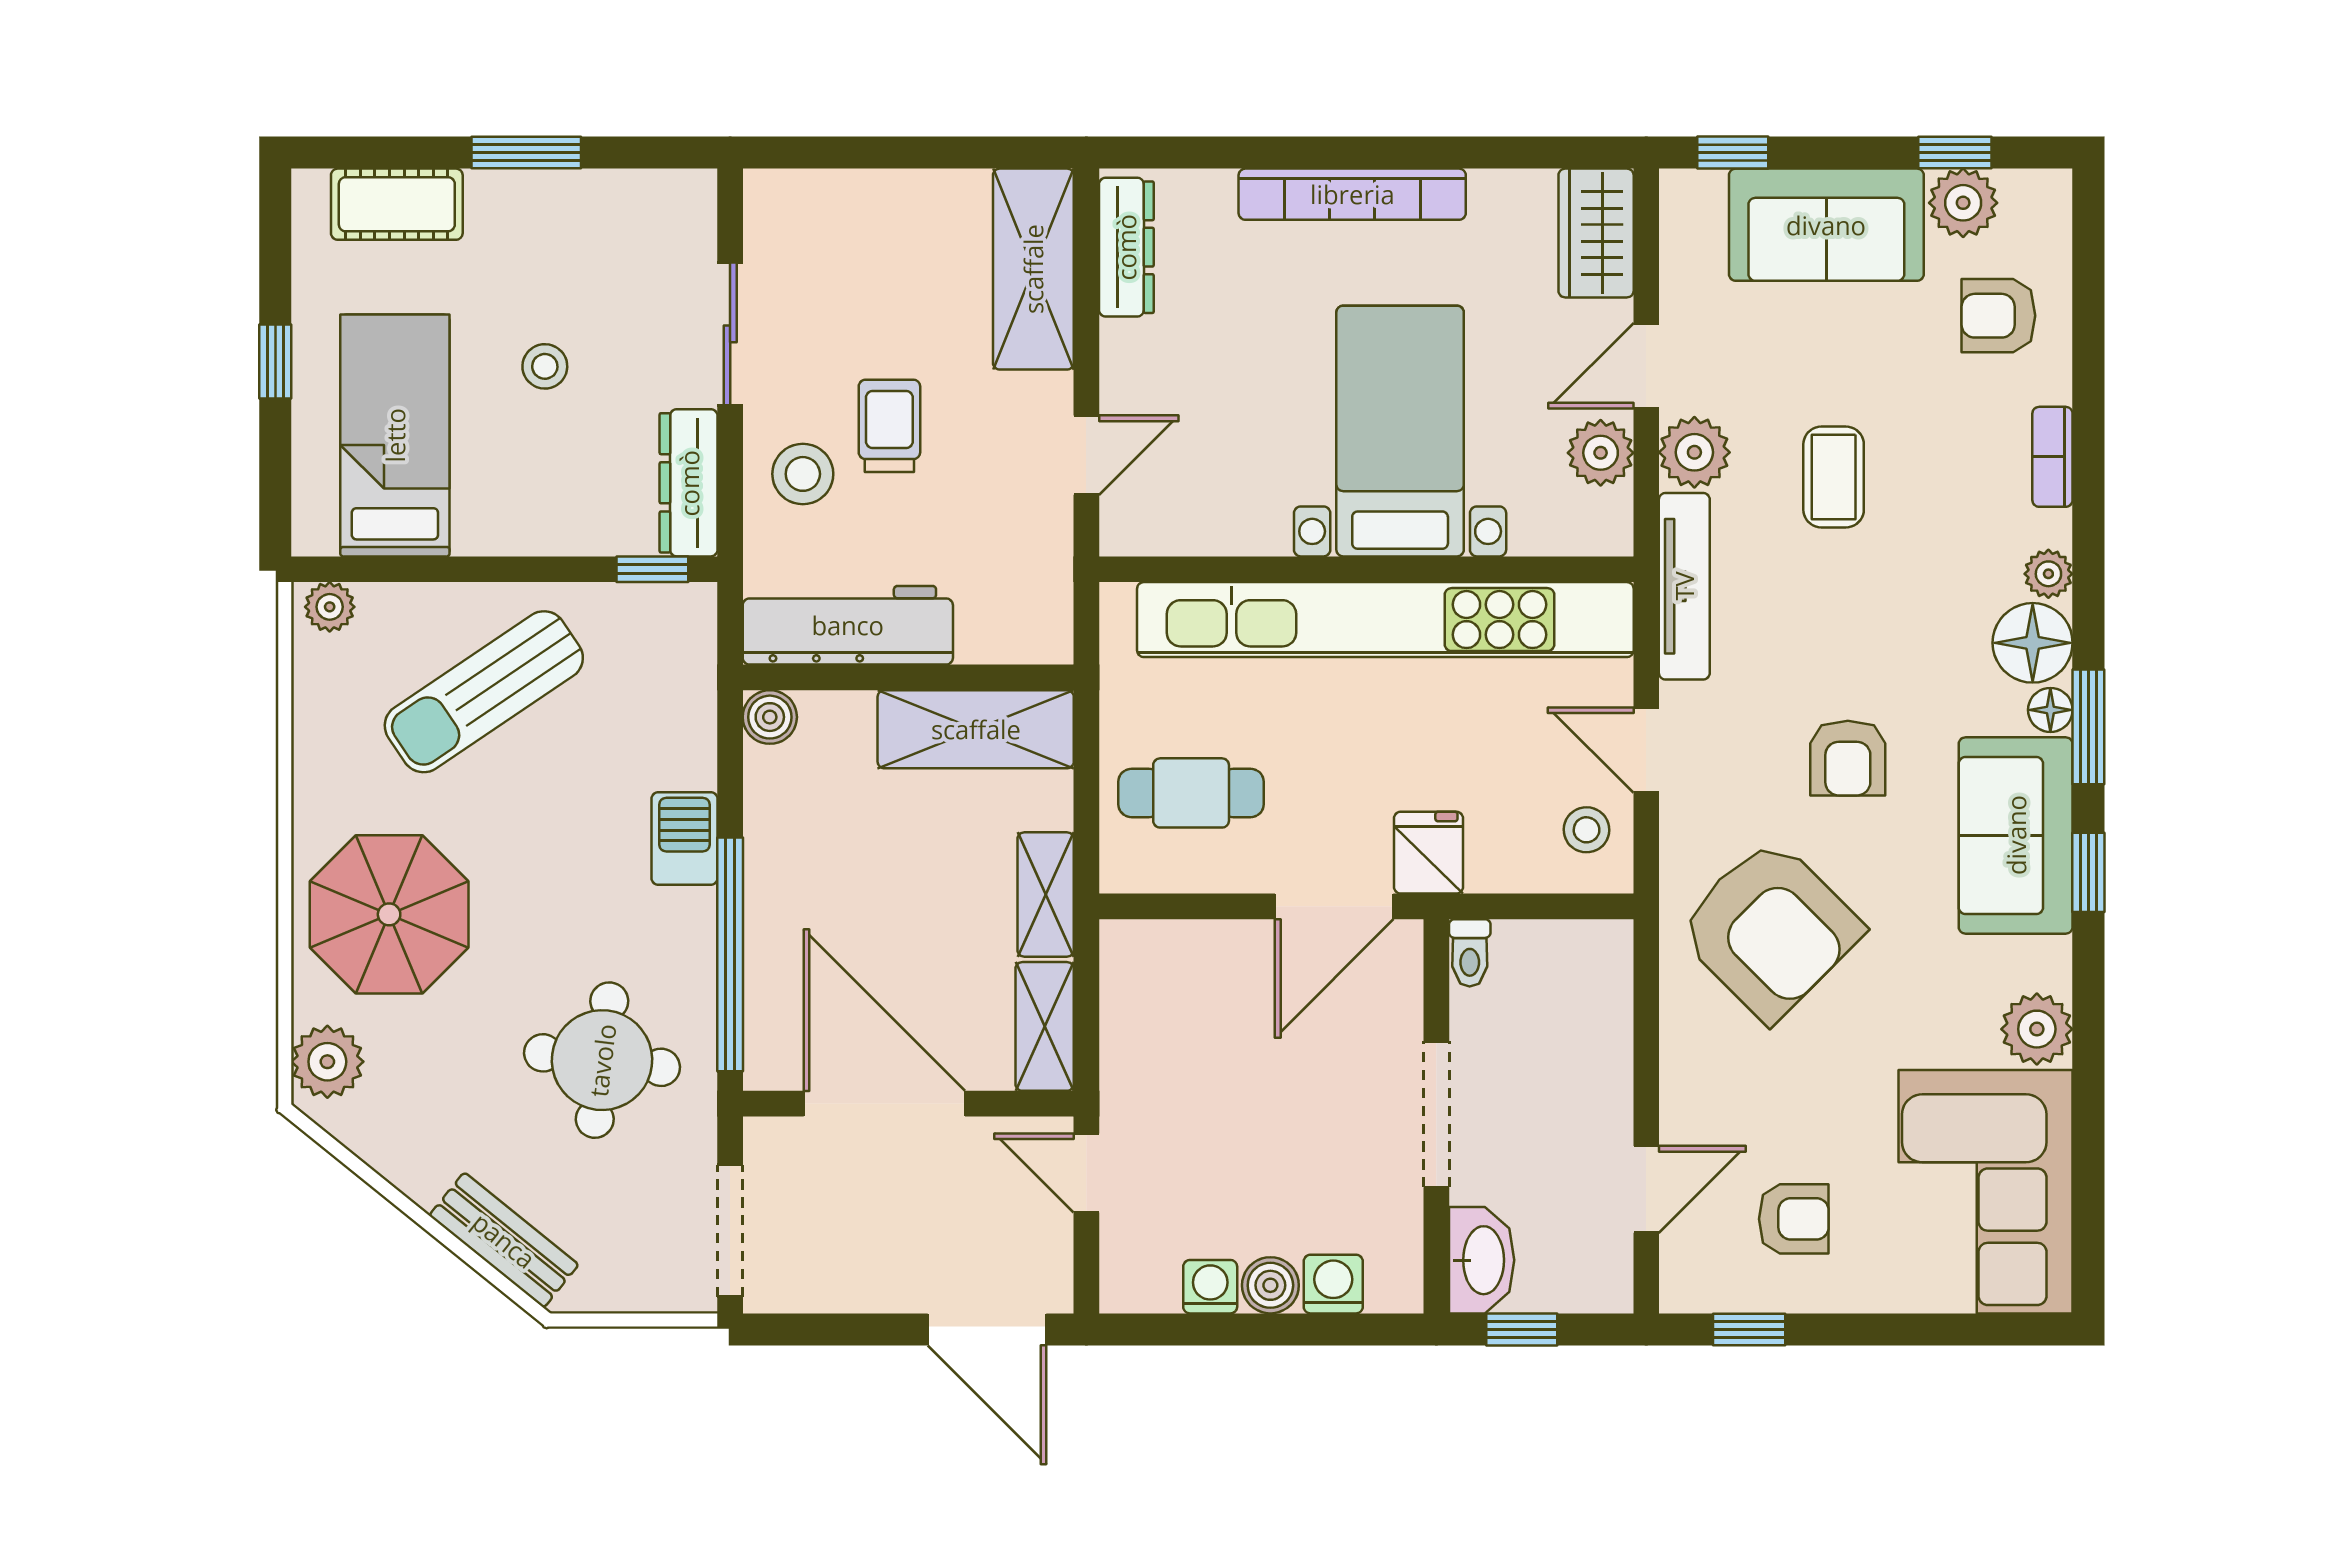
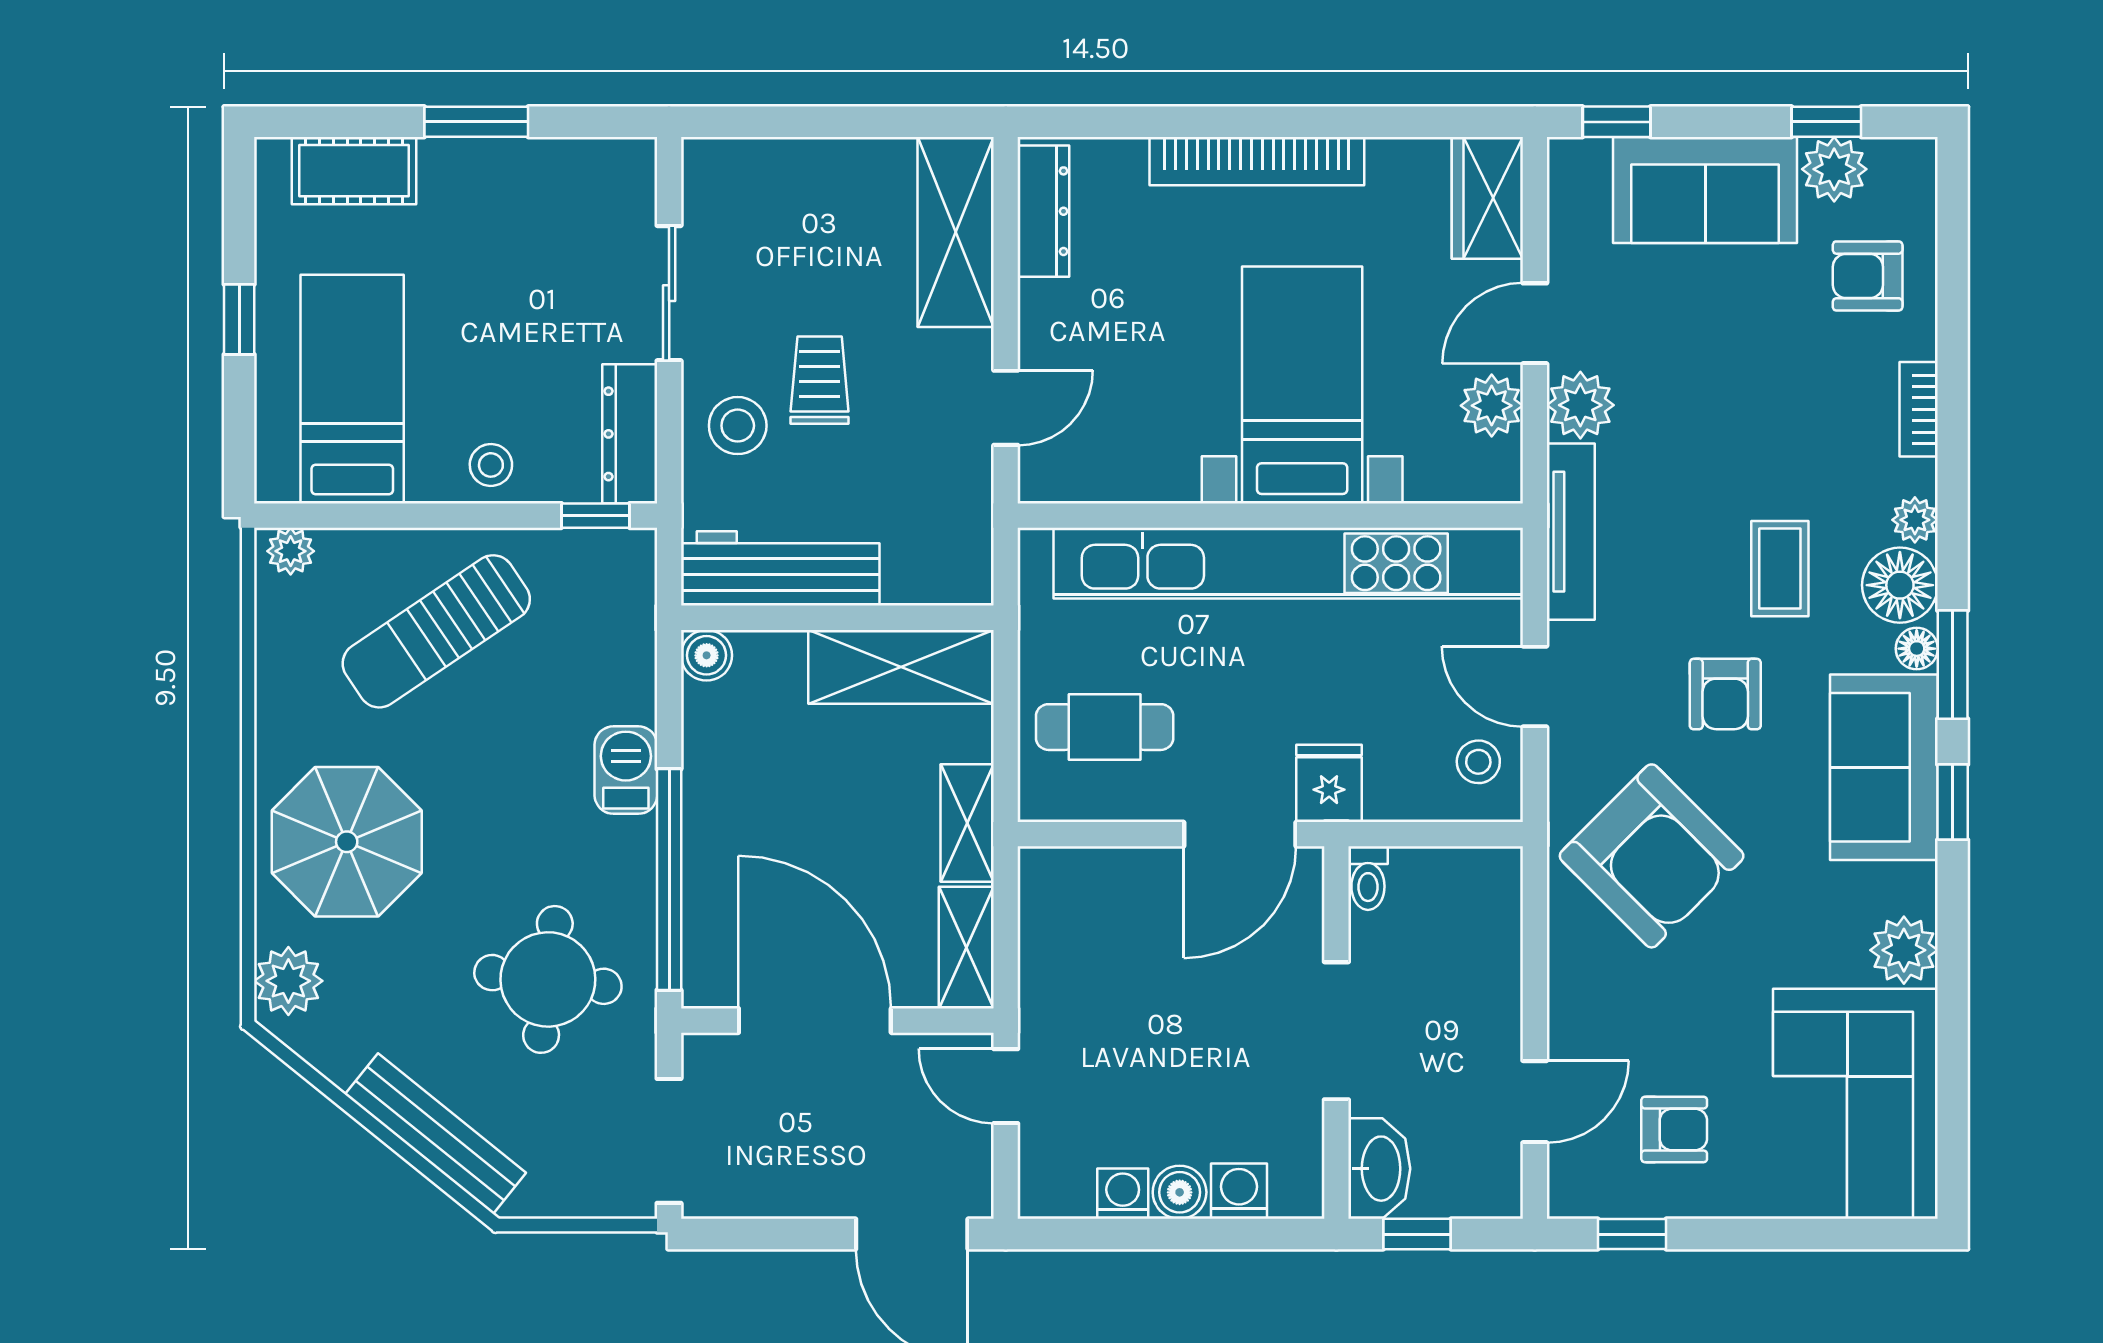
stool: (545, 366) -> (491, 465), moved
coffee table: (1834, 477) -> (1780, 569), moved
bench: (504, 1240) -> (435, 1134), width x1.36

